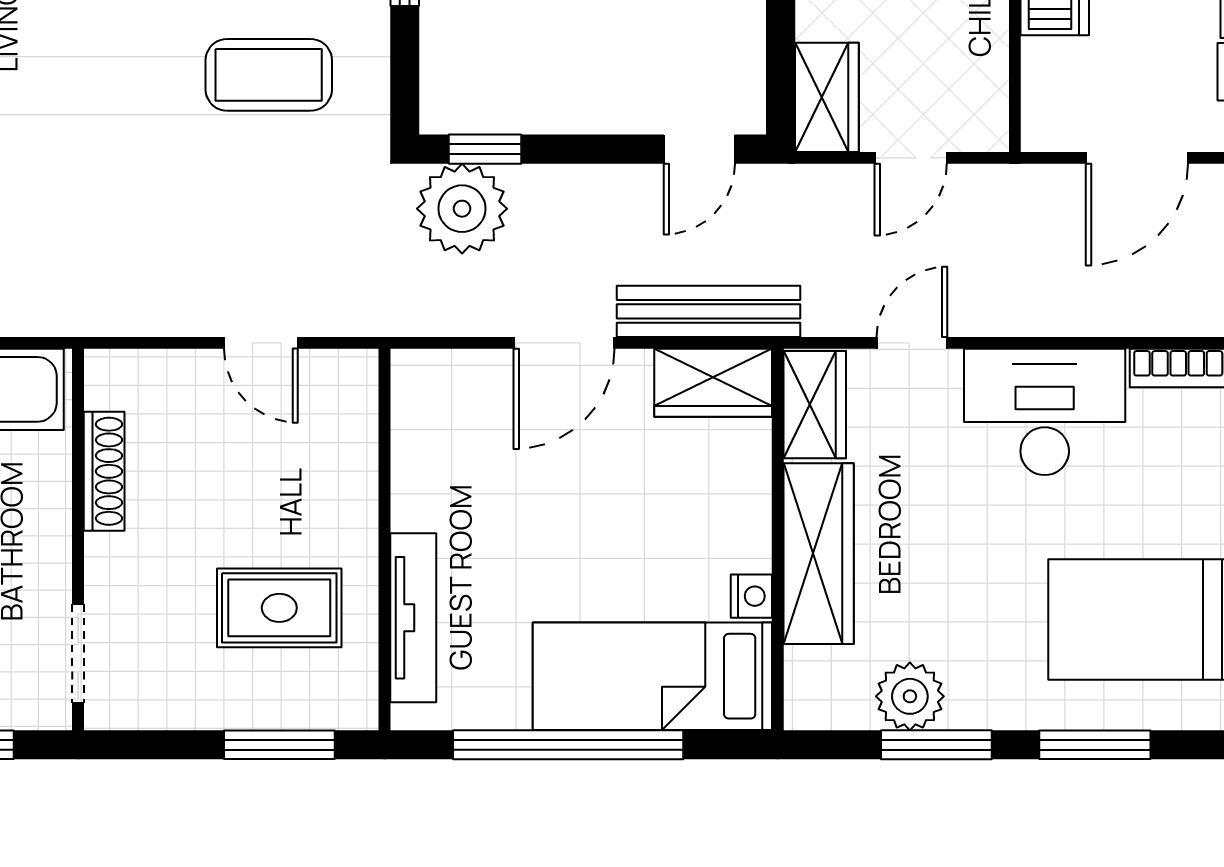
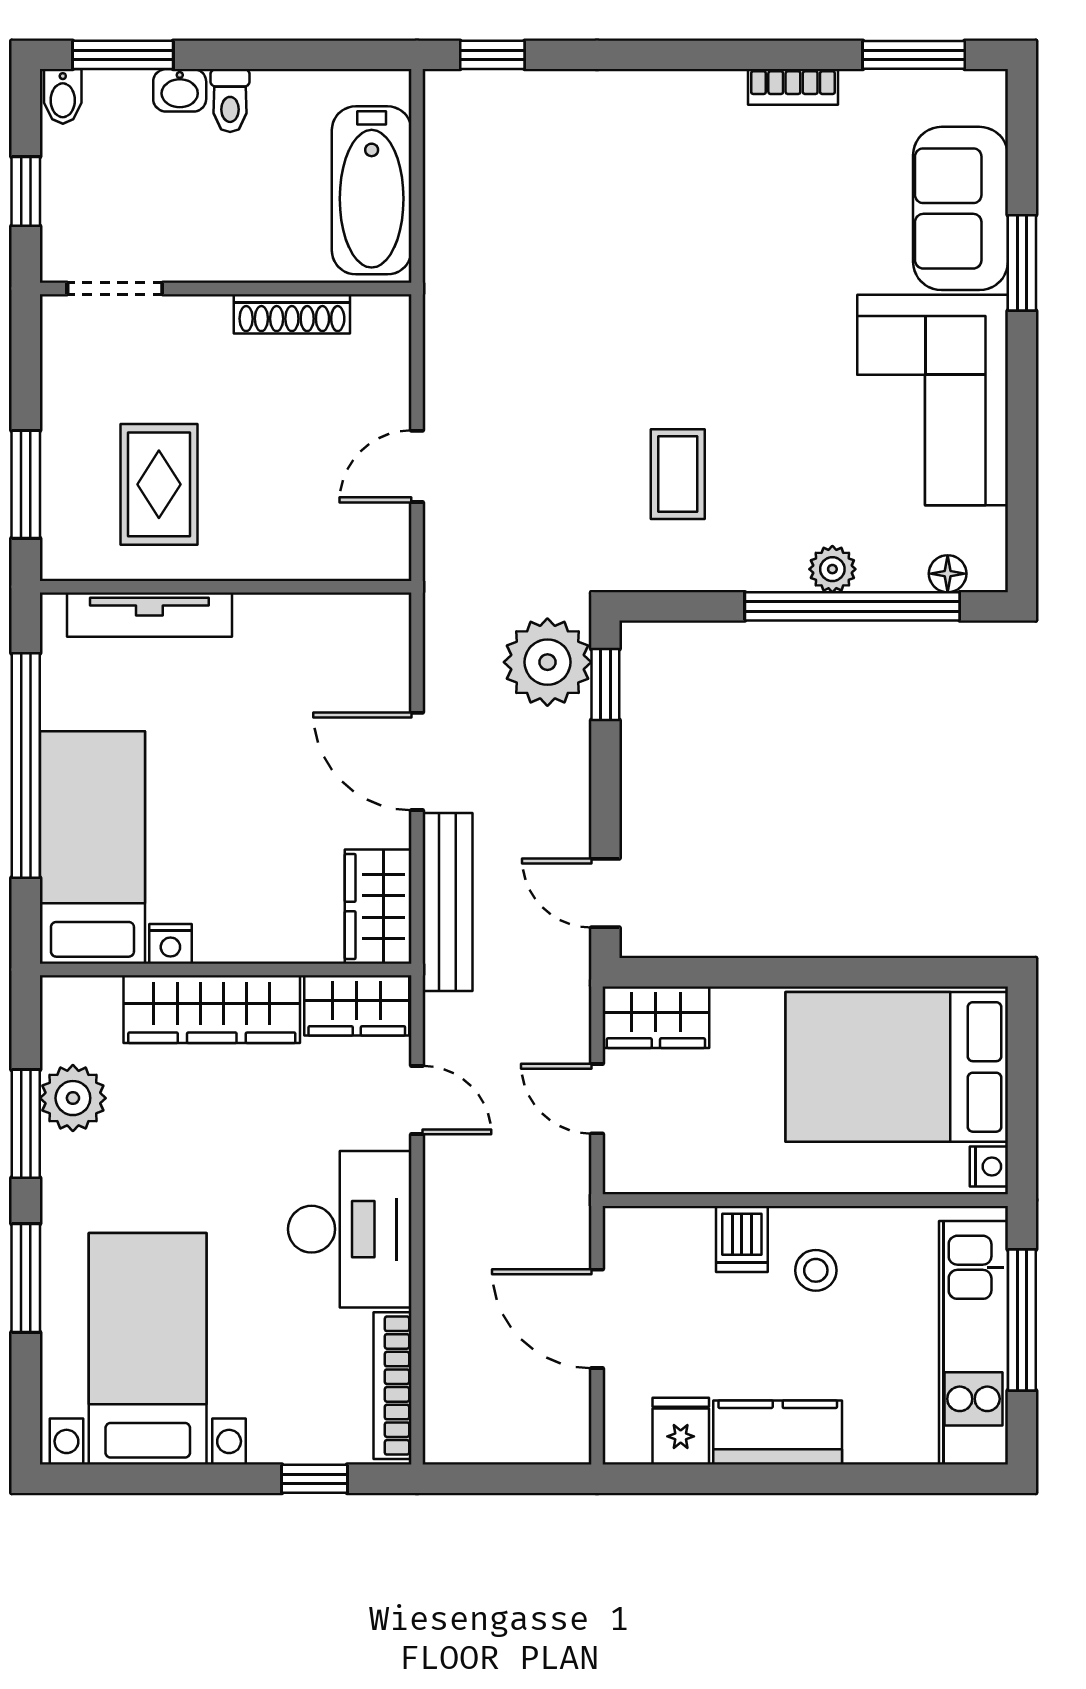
coffee table: (269, 75) -> (678, 474), width x0.73, depth x0.77

